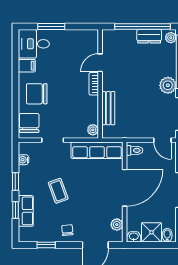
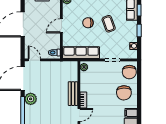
chair: (37, 94) -> (124, 93), turned 89
bench: (108, 108) -> (73, 94), moved
door: (125, 188) -> (61, 26), width x0.53
chair: (87, 192) -> (88, 23), added

